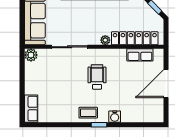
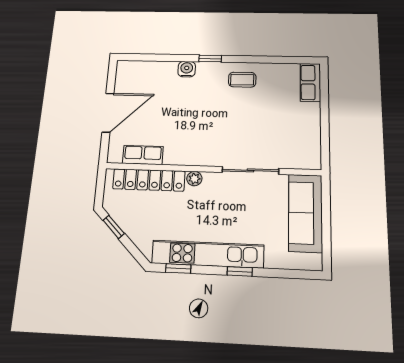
plant: (31, 55) -> (311, 160), removed
wheelchair: (97, 77) -> (210, 125), removed
coffee table: (88, 113) -> (242, 80), moved

